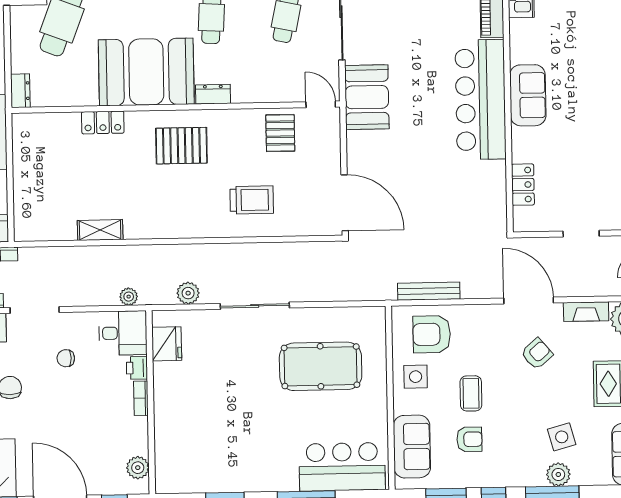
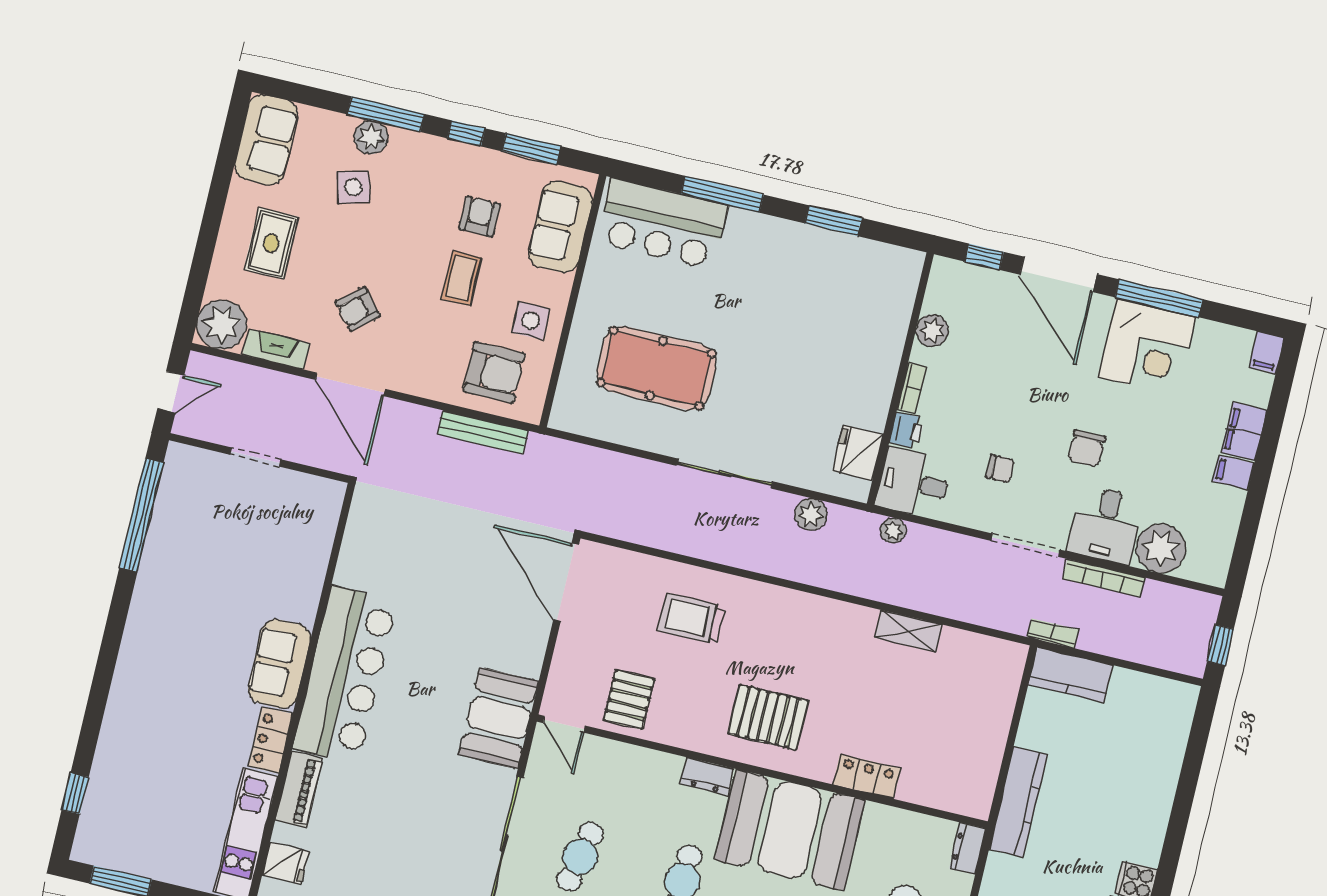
locker: (523, 185) -> (271, 740), moved
armchair: (469, 439) -> (480, 216), turned 90
plant: (138, 468) -> (932, 331), moved

